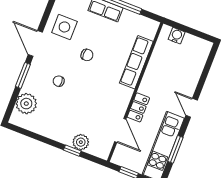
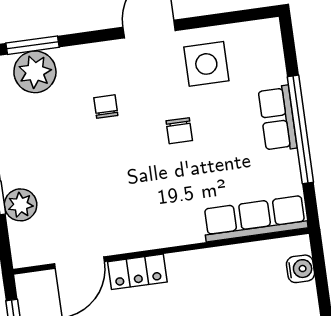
row of seats: (136, 62) -> (255, 219), moved
window: (23, 75) -> (32, 45), moved

